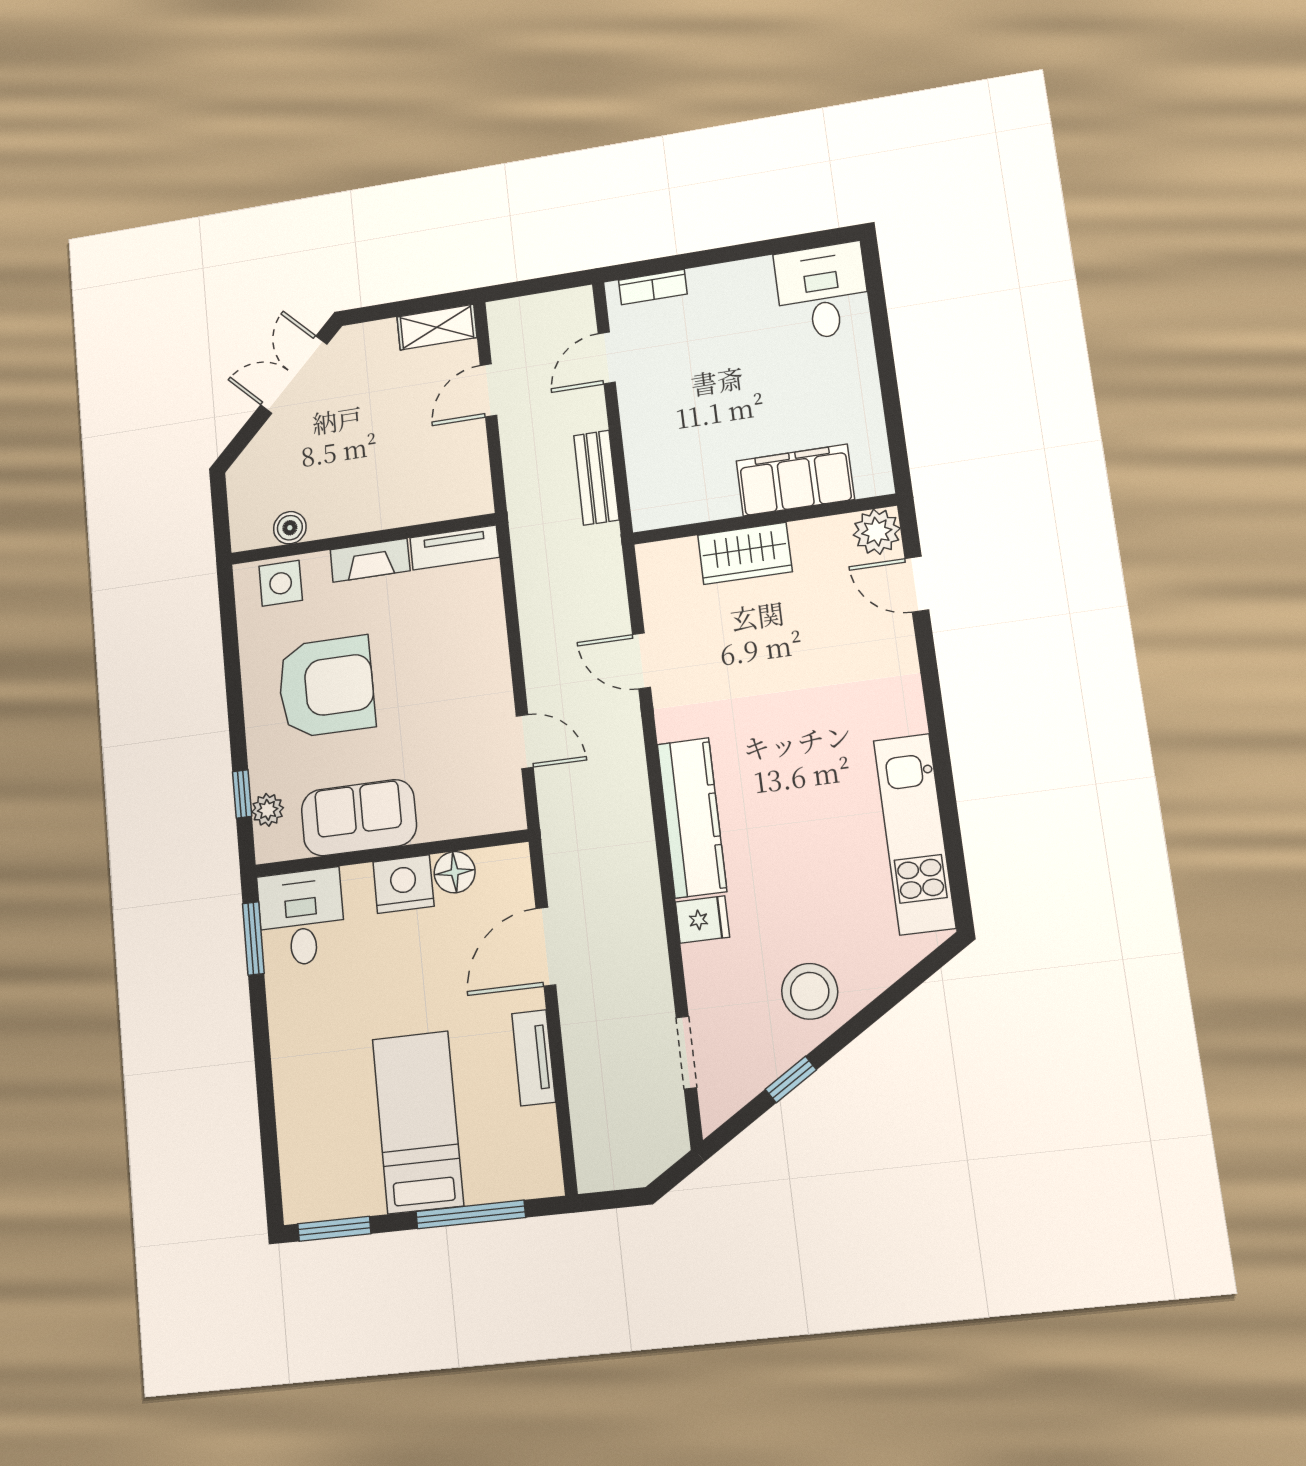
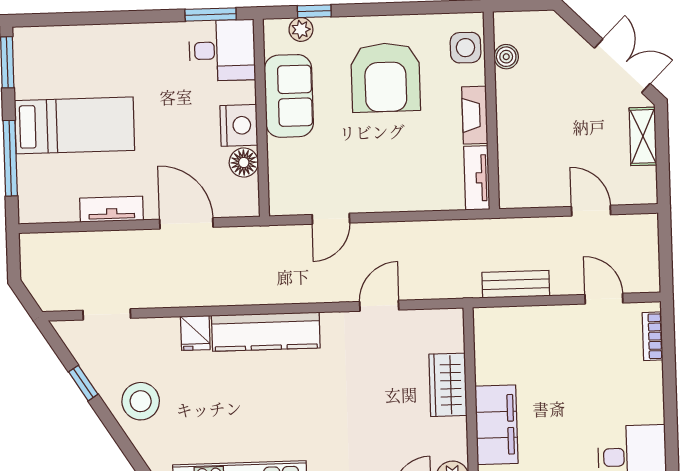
shelving: (437, 327) -> (643, 136), moved

